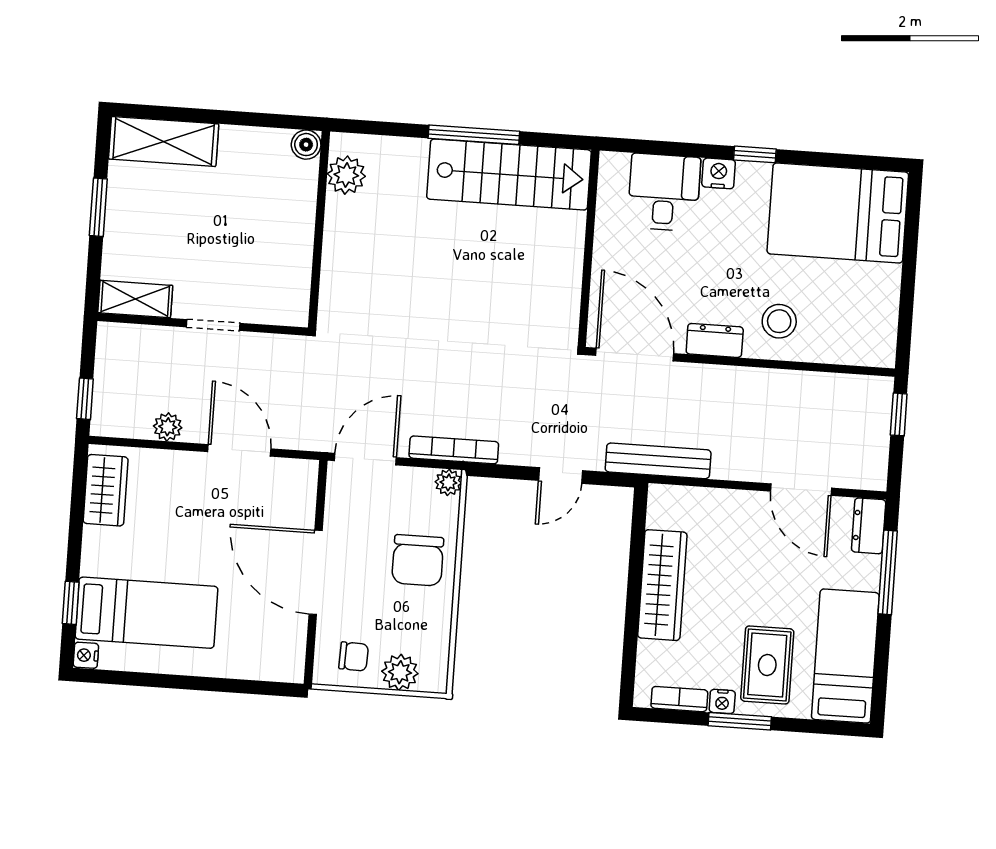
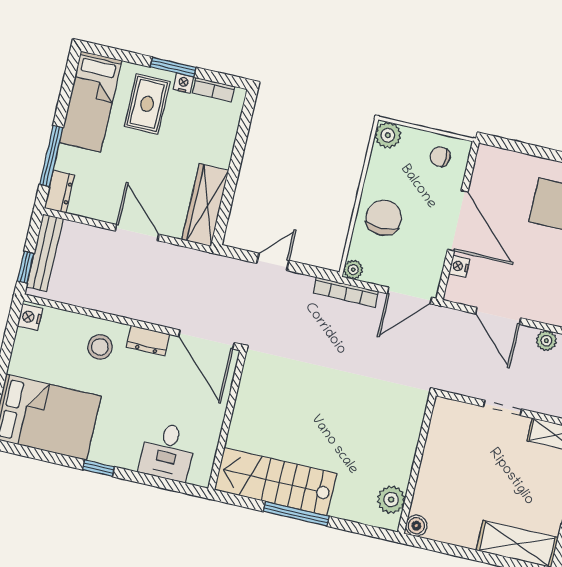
nightstand: (719, 173) -> (30, 317), moved, turned 90
bench: (658, 461) -> (45, 253), moved, turned 90
door: (801, 490) -> (137, 233), moved
nightstand: (304, 510) -> (459, 266), added
wardrobe: (662, 585) -> (205, 205), moved
plant: (400, 672) -> (388, 135), moved

